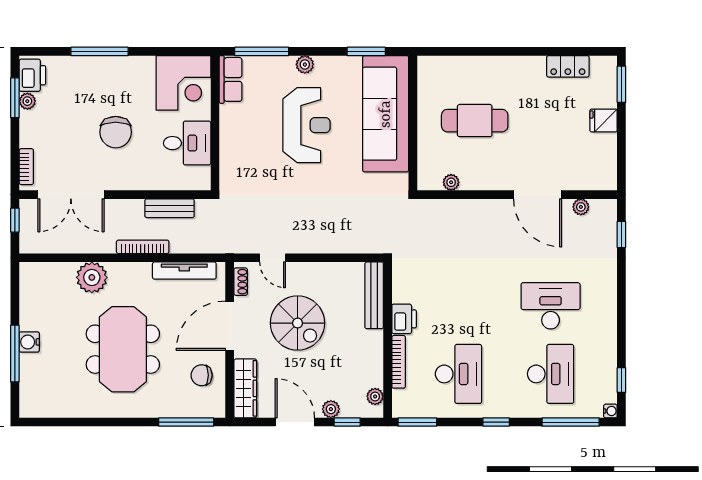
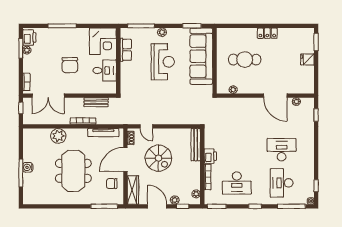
locker: (568, 66) -> (267, 33), moved
row of seats: (231, 79) -> (126, 50), moved
desk: (459, 374) -> (237, 183), turned 90
desk: (551, 374) -> (282, 183), turned 180

